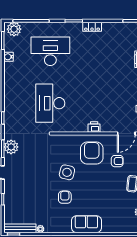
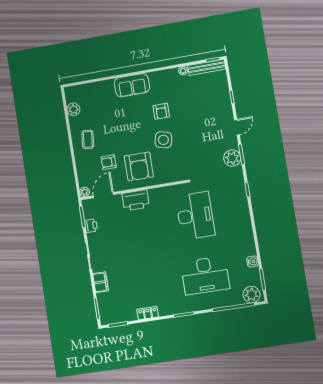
locker: (92, 27) -> (148, 313), moved
printer: (94, 127) -> (136, 200), width x1.87, depth x1.48

